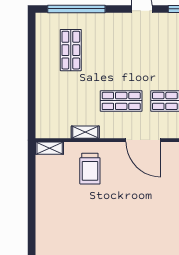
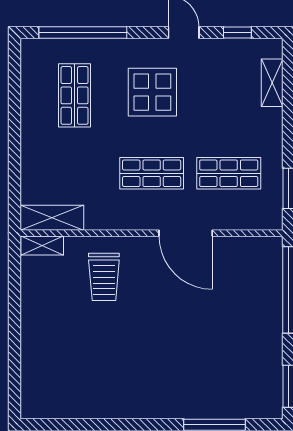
display table: (122, 48) -> (152, 92), added
shelving: (85, 132) -> (52, 218), moved, width x1.50, depth x1.33

